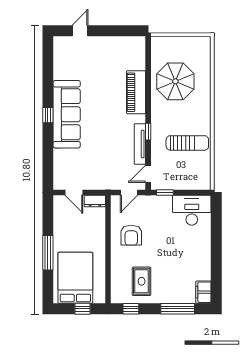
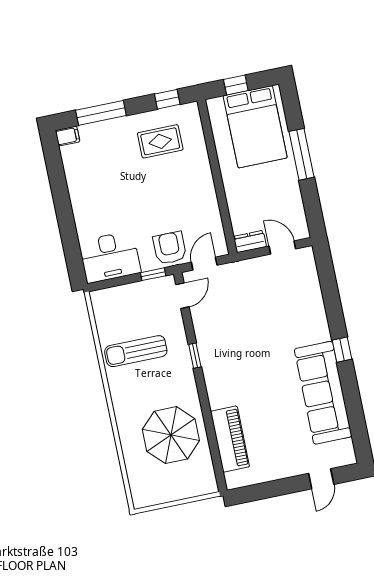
piano: (136, 92) -> (230, 439), moved
sofa: (67, 114) -> (323, 393), moved
tv unit: (140, 144) -> (203, 336), removed
armchair: (131, 235) -> (170, 248), moved
rug: (142, 281) -> (160, 141), turned 90
filing cabinet: (203, 292) -> (68, 136), width x0.50

